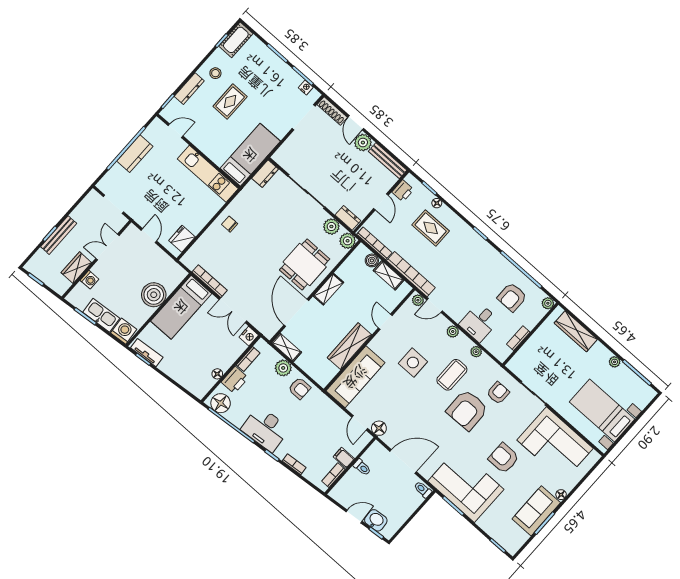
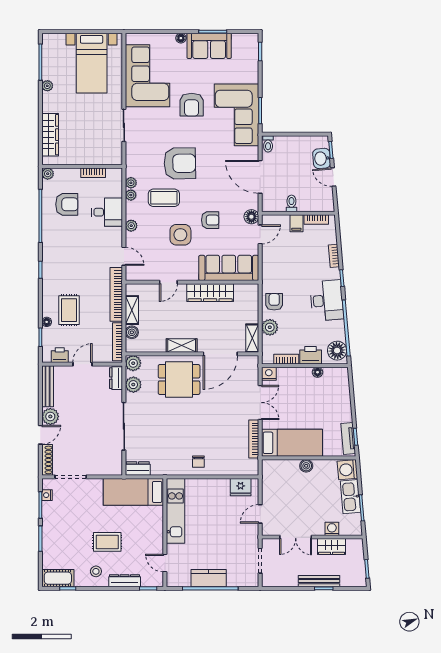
boiler: (154, 295) -> (306, 466), width x0.54, depth x0.54
plant: (418, 300) -> (131, 183), moved
armchair: (498, 393) -> (210, 220), moved, turned 180

